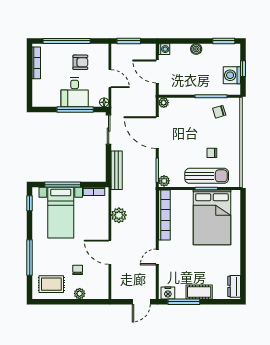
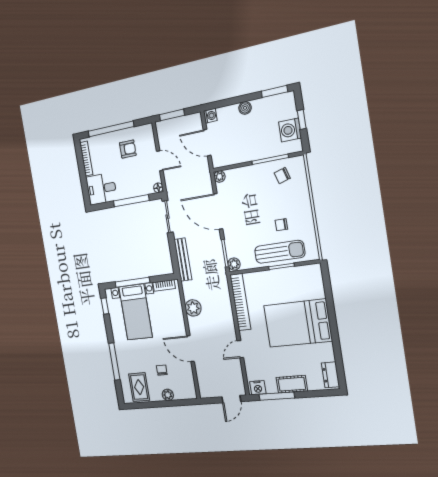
desk: (75, 92) -> (101, 189), moved, turned 90
bed: (212, 217) -> (298, 323), moved, turned 90
rug: (51, 284) -> (139, 387), turned 90

